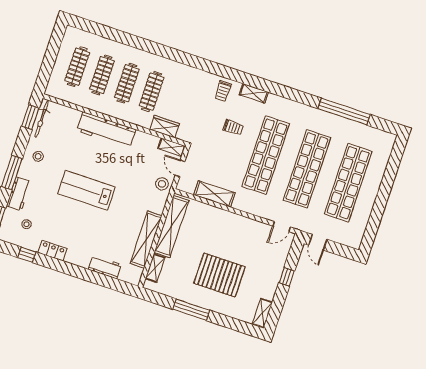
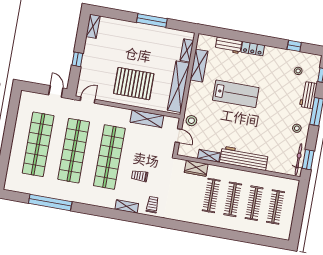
shelving: (171, 147) -> (209, 156), moved
lab bench: (86, 190) -> (236, 94), moved
shelving: (146, 240) -> (199, 66), width x0.68
locker: (52, 251) -> (253, 49), moved
pallet: (219, 275) -> (134, 84), moved

